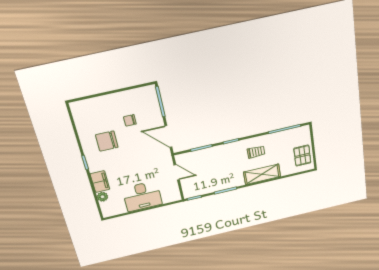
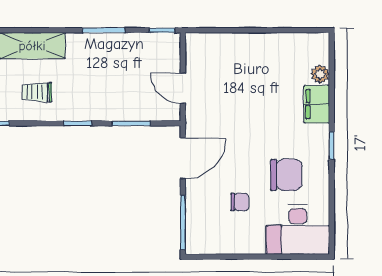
door: (168, 136) -> (183, 158), hinge flipped
desk: (142, 196) -> (298, 230), moved, turned 180

